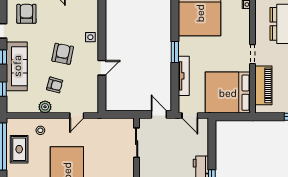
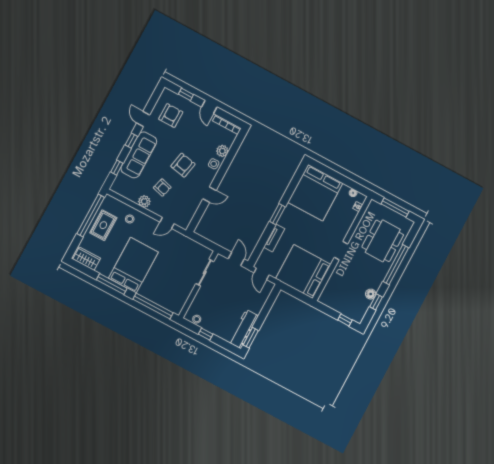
plant: (92, 21) -> (222, 151), added
tv unit: (184, 76) -> (274, 238), width x0.71
piano: (263, 85) -> (336, 282), removed

